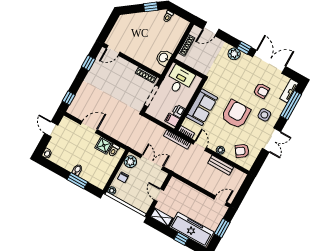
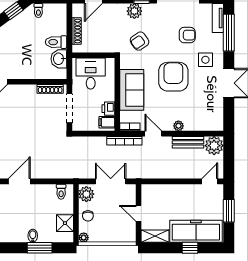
toilet: (168, 45) -> (56, 42), added
shower: (104, 145) -> (65, 223), moved
armchair: (242, 151) -> (140, 41), moved
plant: (237, 177) -> (214, 146), added

